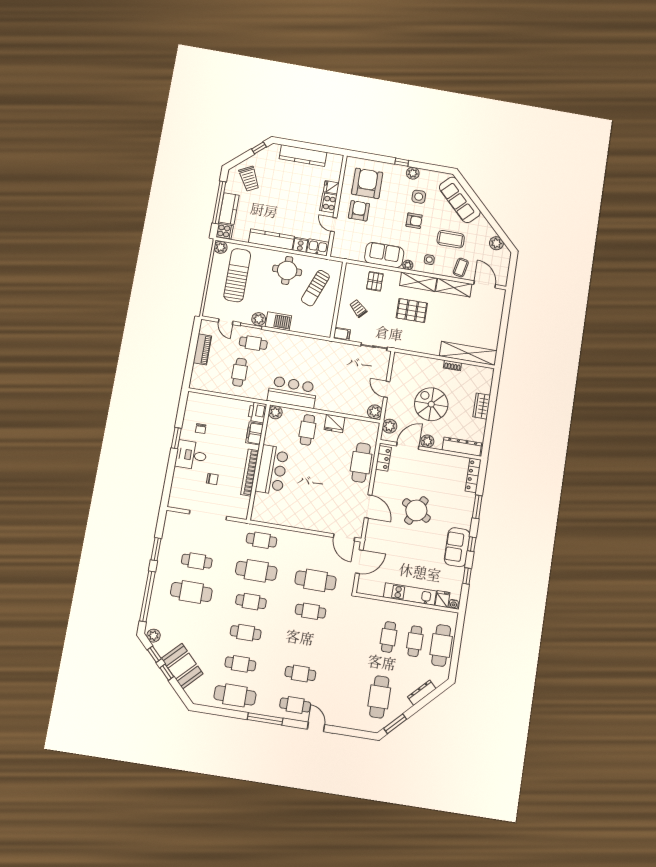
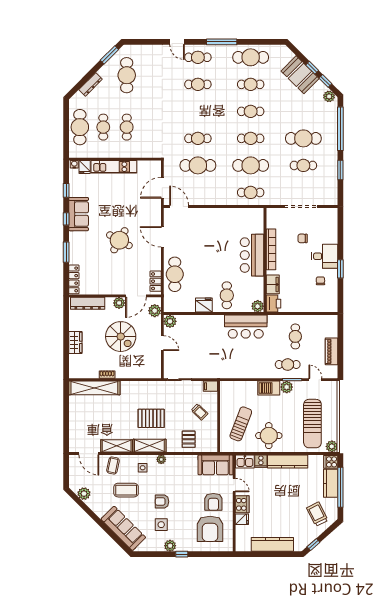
sofa: (384, 255) -> (215, 465), moved

